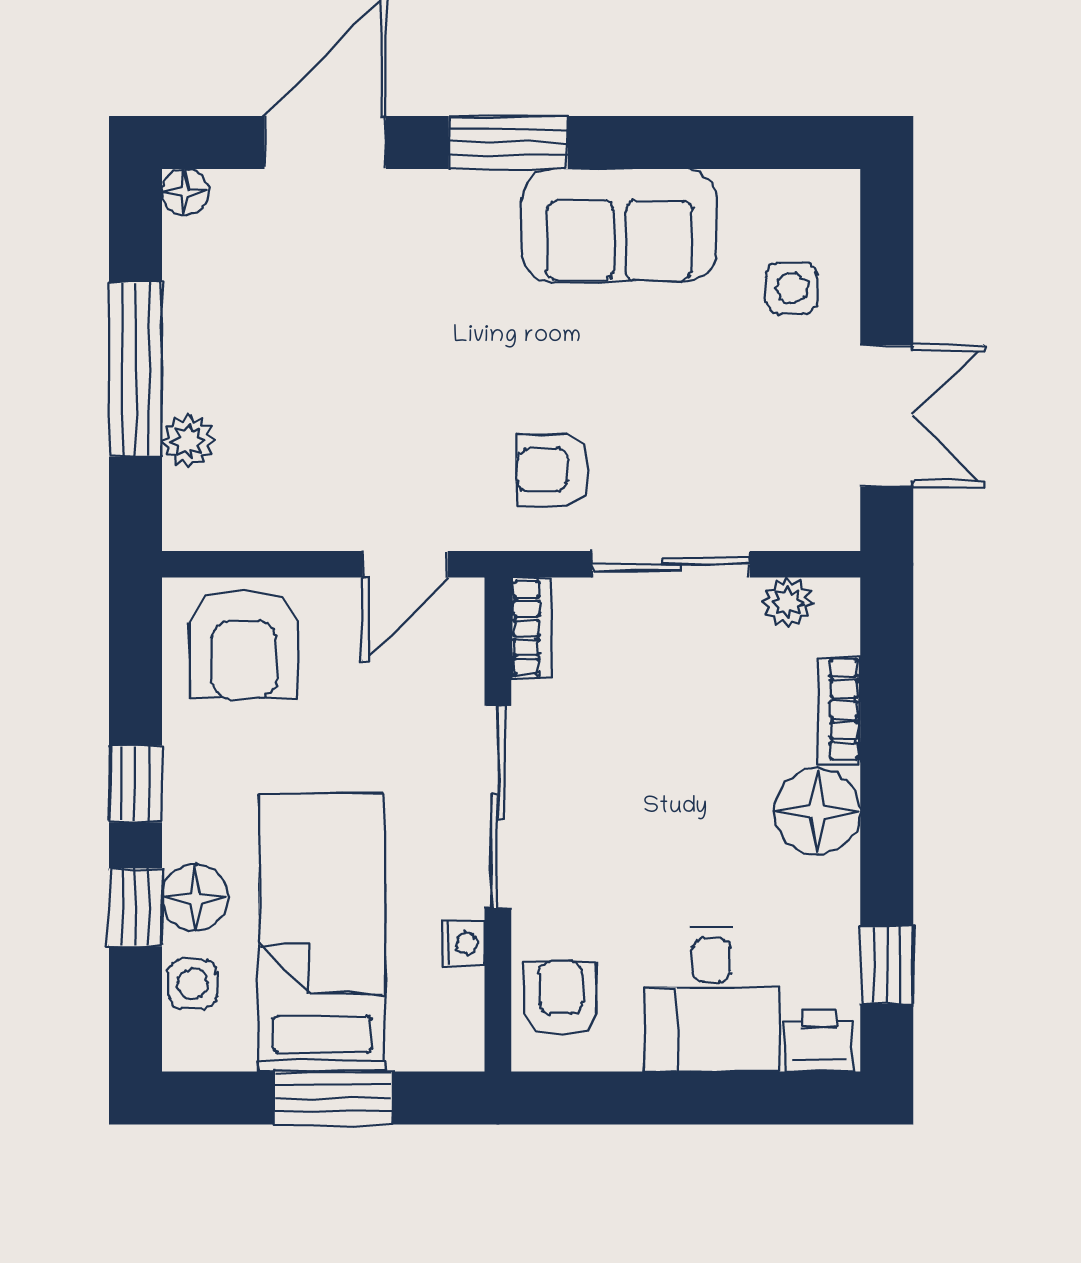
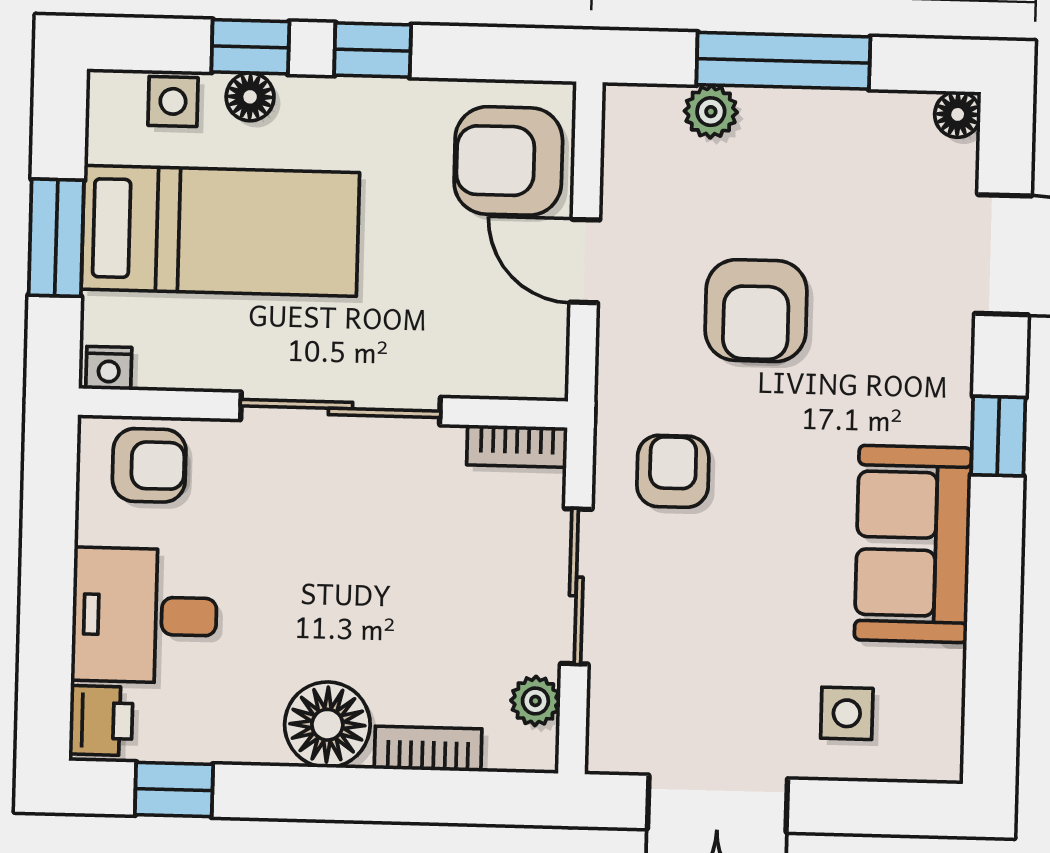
window: (508, 143) -> (998, 436), width x0.67
armchair: (388, 390) -> (756, 311), added
door: (405, 564) -> (585, 261), moved
floor lamp: (195, 897) -> (250, 97), width x0.73, depth x0.73
nightstand: (463, 943) -> (109, 368), moved

